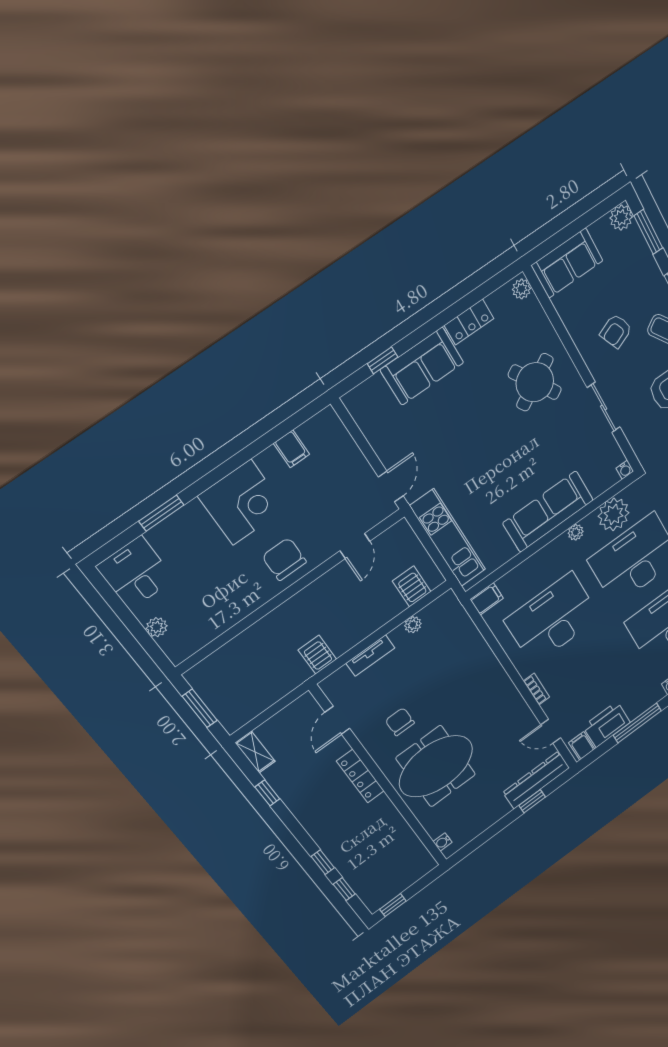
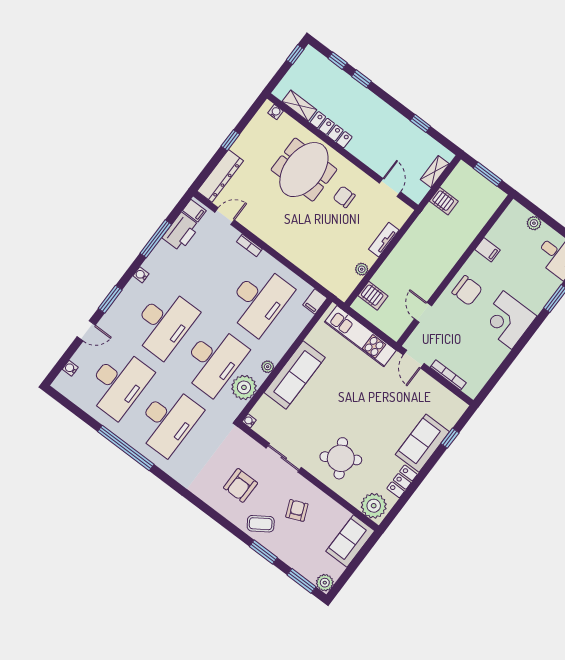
plant: (522, 289) -> (374, 506), width x1.87, depth x1.87
filing cabinet: (291, 449) -> (487, 250), moved, turned 180
bookcase: (352, 450) -> (448, 375), added
server rack: (317, 655) -> (444, 201), moved
chair: (400, 722) -> (344, 197), turned 180
shelving: (255, 752) -> (435, 172), moved, turned 90
locker: (360, 776) -> (331, 130), moved
window: (532, 801) -> (230, 140), moved
shelving: (411, 844) -> (299, 106), added

